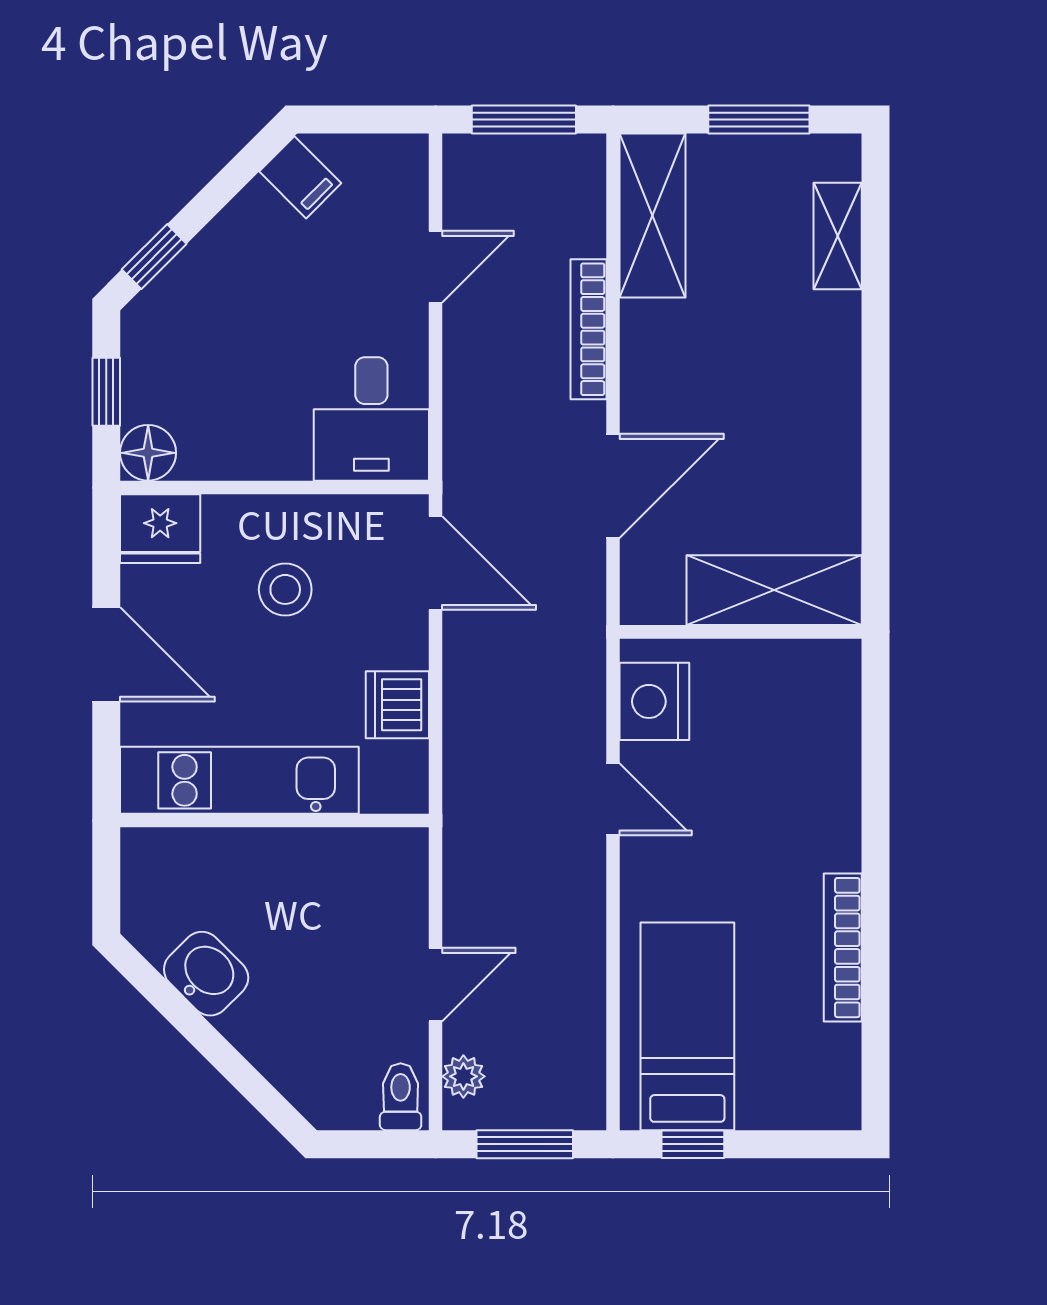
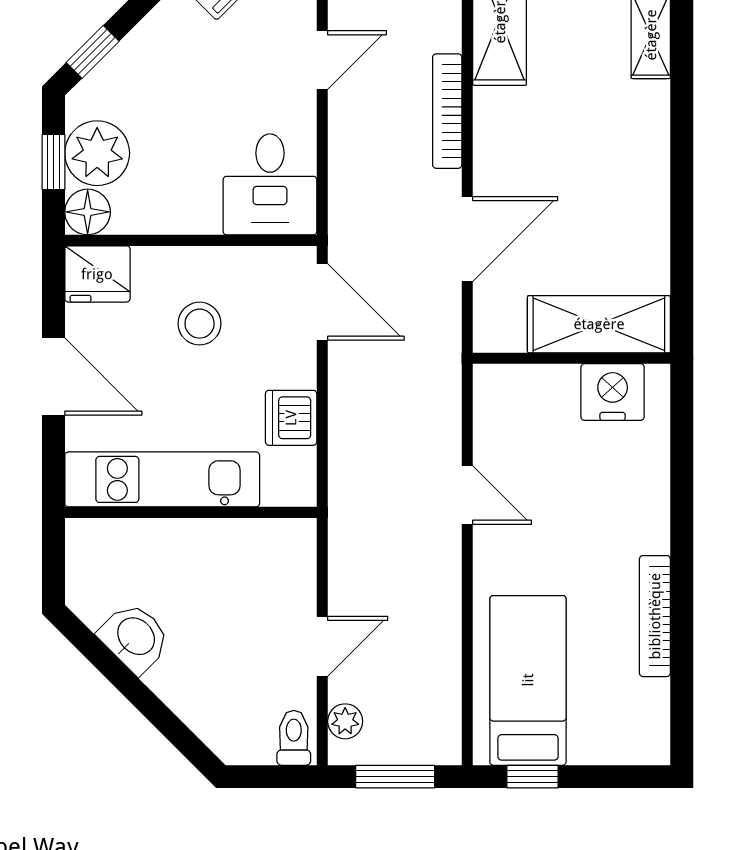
plant: (160, 381) -> (97, 153), added
nightstand: (654, 701) -> (613, 392), moved, turned 90

